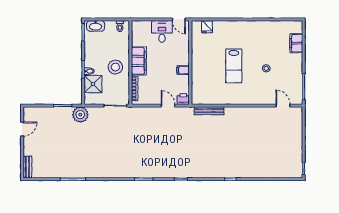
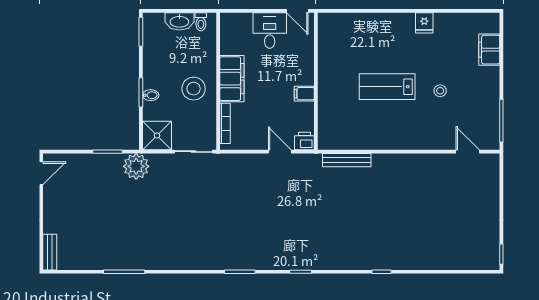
washbasin: (96, 26) -> (179, 21), moved
fridge: (207, 27) -> (424, 23), moved
lab bench: (234, 66) -> (387, 87), turned 90
shower: (93, 84) -> (157, 135), moved
door: (22, 129) -> (41, 173), moved

